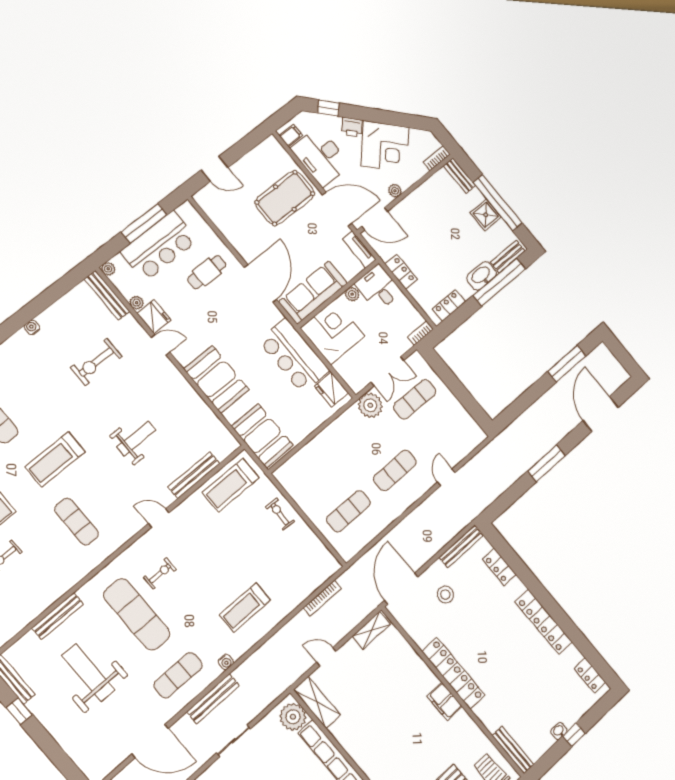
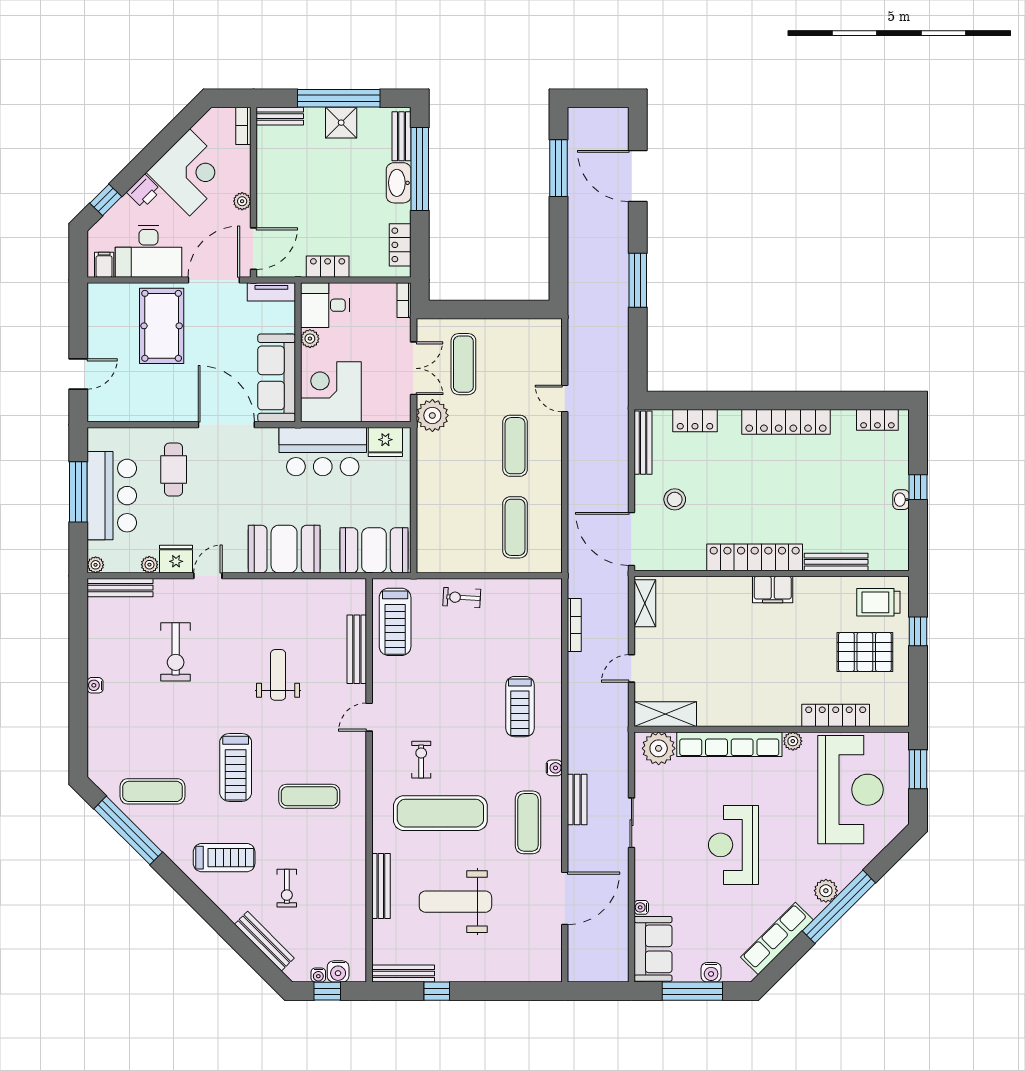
bench: (213, 699) -> (577, 799), width x0.73
bench: (513, 750) -> (836, 562), moved

